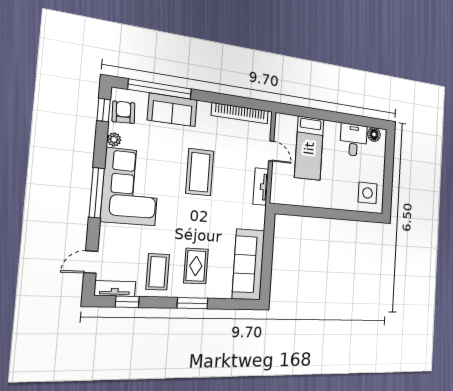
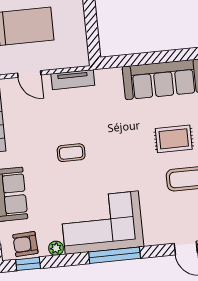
door: (271, 151) -> (29, 74), swing flipped
coffee table: (200, 172) -> (71, 153), width x0.54, depth x0.58

